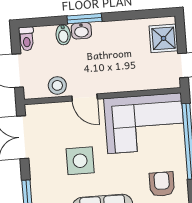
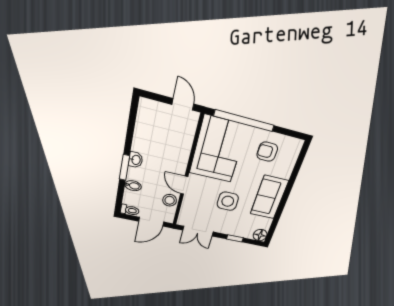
washbasin: (81, 31) -> (136, 160), moved
shower: (164, 38) -> (156, 113), removed
door: (85, 98) -> (184, 185), swing flipped

